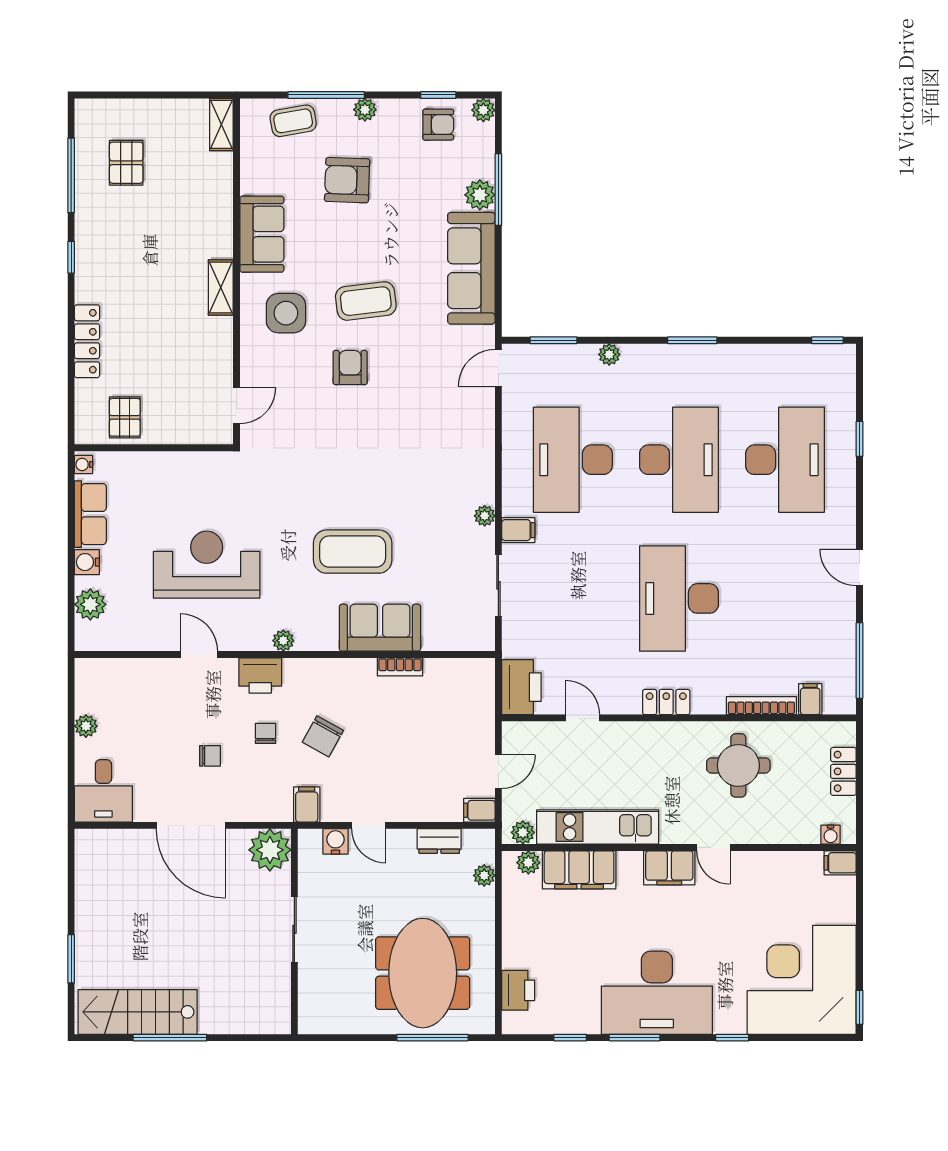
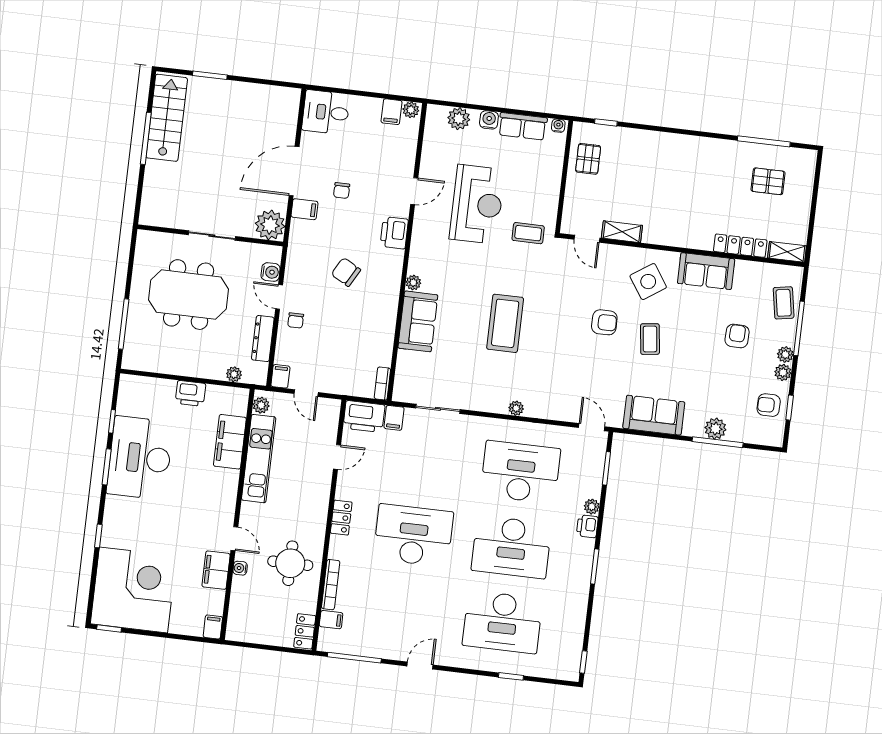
plant: (483, 110) -> (783, 372), moved
armchair: (438, 125) -> (769, 405), turned 90
armchair: (347, 180) -> (737, 336), width x0.72, depth x0.72
window: (71, 257) -> (606, 122), moved
sofa: (471, 268) -> (654, 415), width x0.73
shelving: (221, 288) -> (622, 232), moved
coffee table: (366, 301) -> (650, 339), width x0.73, depth x0.77
side table: (286, 313) -> (648, 282), turned -34
locker: (87, 341) -> (740, 246), moved, turned 180
printer: (637, 357) -> (587, 526), added
pallet: (125, 417) -> (588, 159), turned 90
coffee table: (238, 489) -> (528, 233), added
plant: (485, 516) -> (516, 408), moved
filing cabinet: (518, 530) -> (394, 418), moved
coffee table: (353, 552) -> (505, 323), moved
plant: (283, 641) -> (413, 283), moved
bookcase: (400, 667) -> (382, 384), moved
filing cabinet: (92, 699) -> (392, 112), added
plant: (86, 726) -> (411, 110), moved
chair: (266, 733) -> (296, 320), moved, turned 90
locker: (843, 771) -> (305, 631), moved, turned -90
filing cabinet: (307, 805) -> (304, 209), moved
door: (369, 825) -> (279, 297), hinge flipped
water cooler: (831, 835) -> (240, 568), moved
dresser: (439, 841) -> (263, 339), width x1.44
door: (713, 847) -> (234, 539), swing flipped
plant: (528, 863) -> (239, 407), removed
filing cabinet: (669, 868) -> (216, 570), moved
meeting table: (423, 973) -> (189, 295), moved
printer: (518, 990) -> (190, 393), moved
desk: (657, 993) -> (140, 458), moved

